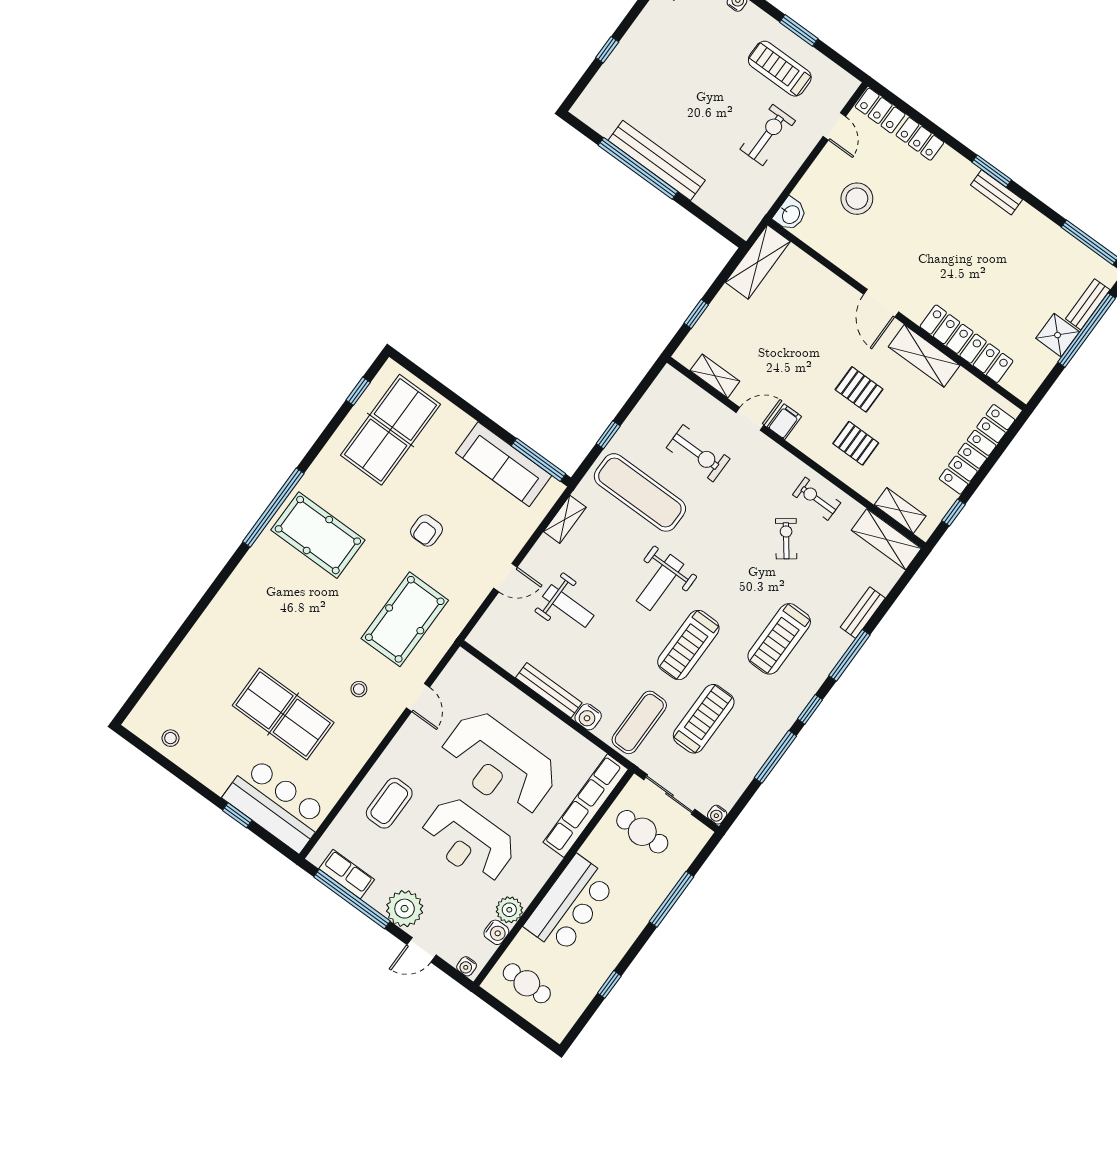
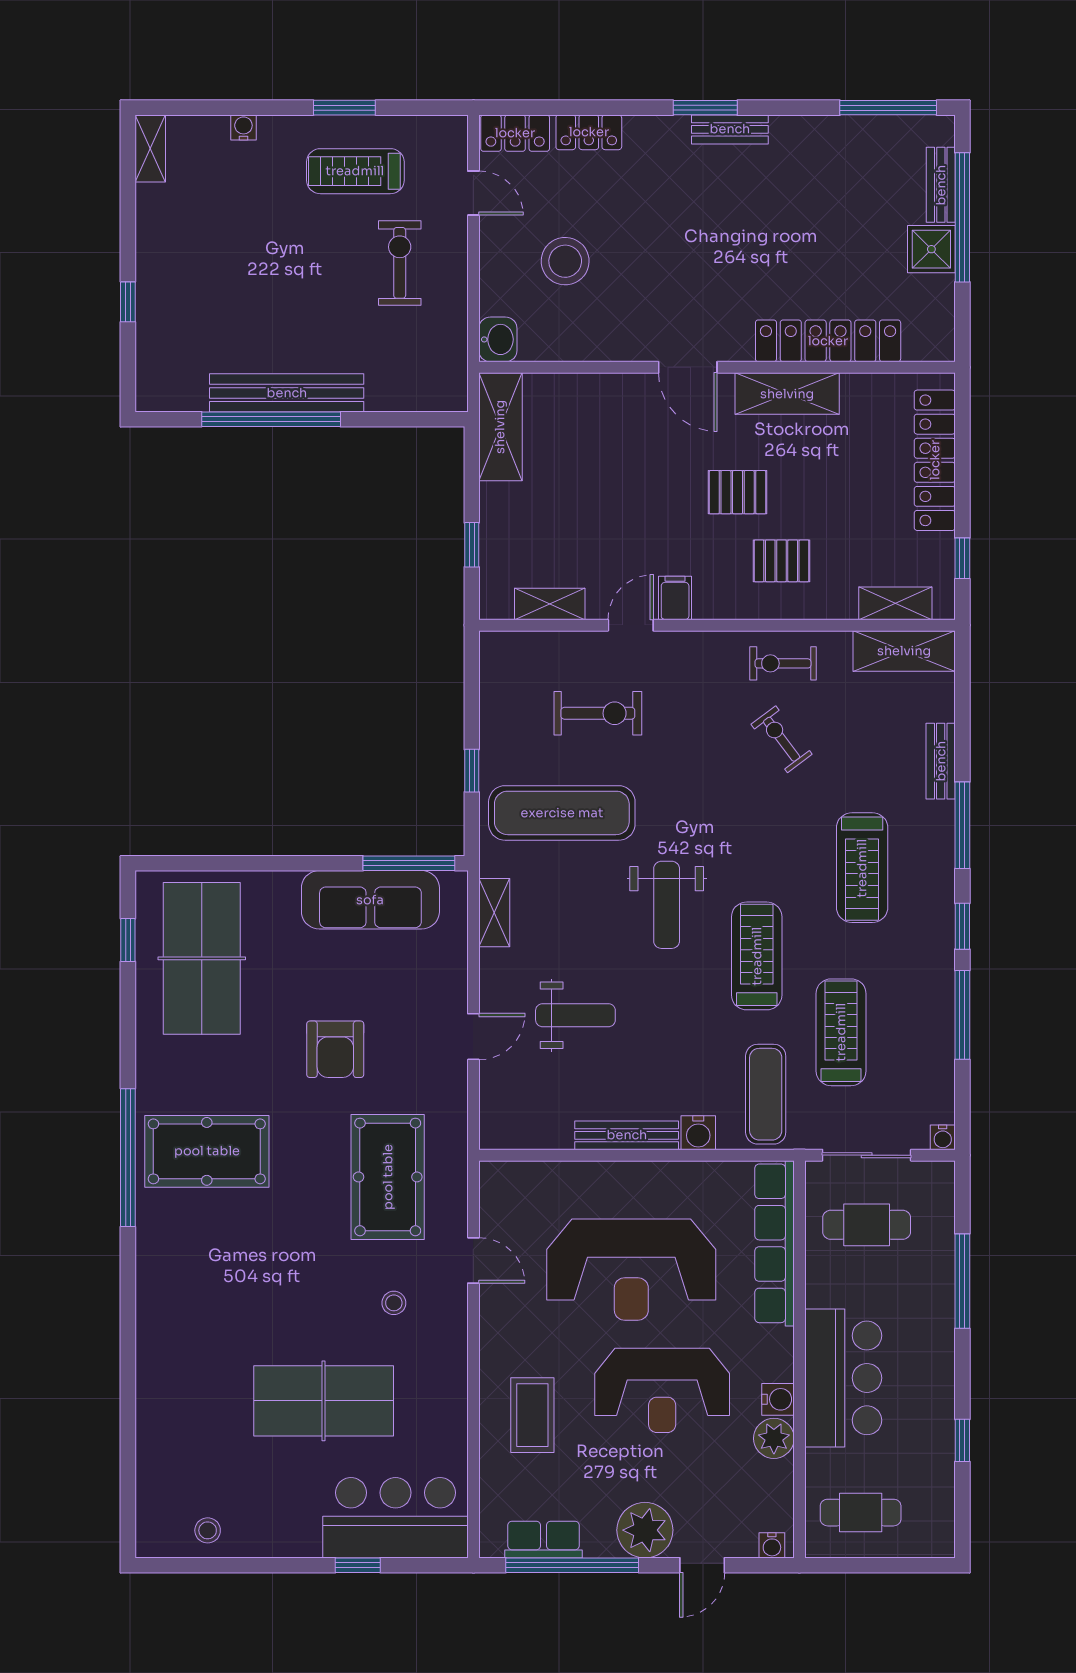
armchair: (426, 531) -> (335, 1049), width x1.38, depth x1.38
treadmill: (688, 645) -> (757, 956), turned 180
water cooler: (496, 932) -> (778, 1399), moved

